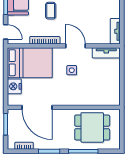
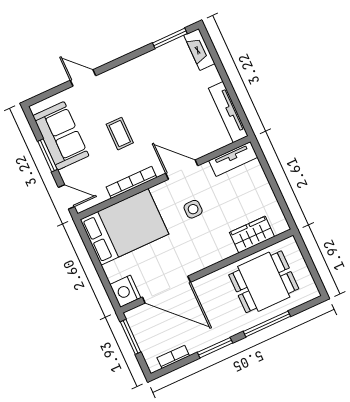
tv unit: (115, 31) -> (228, 112), width x1.41
nightstand: (14, 86) -> (125, 291), moved
wardrobe: (98, 99) -> (252, 235), added

